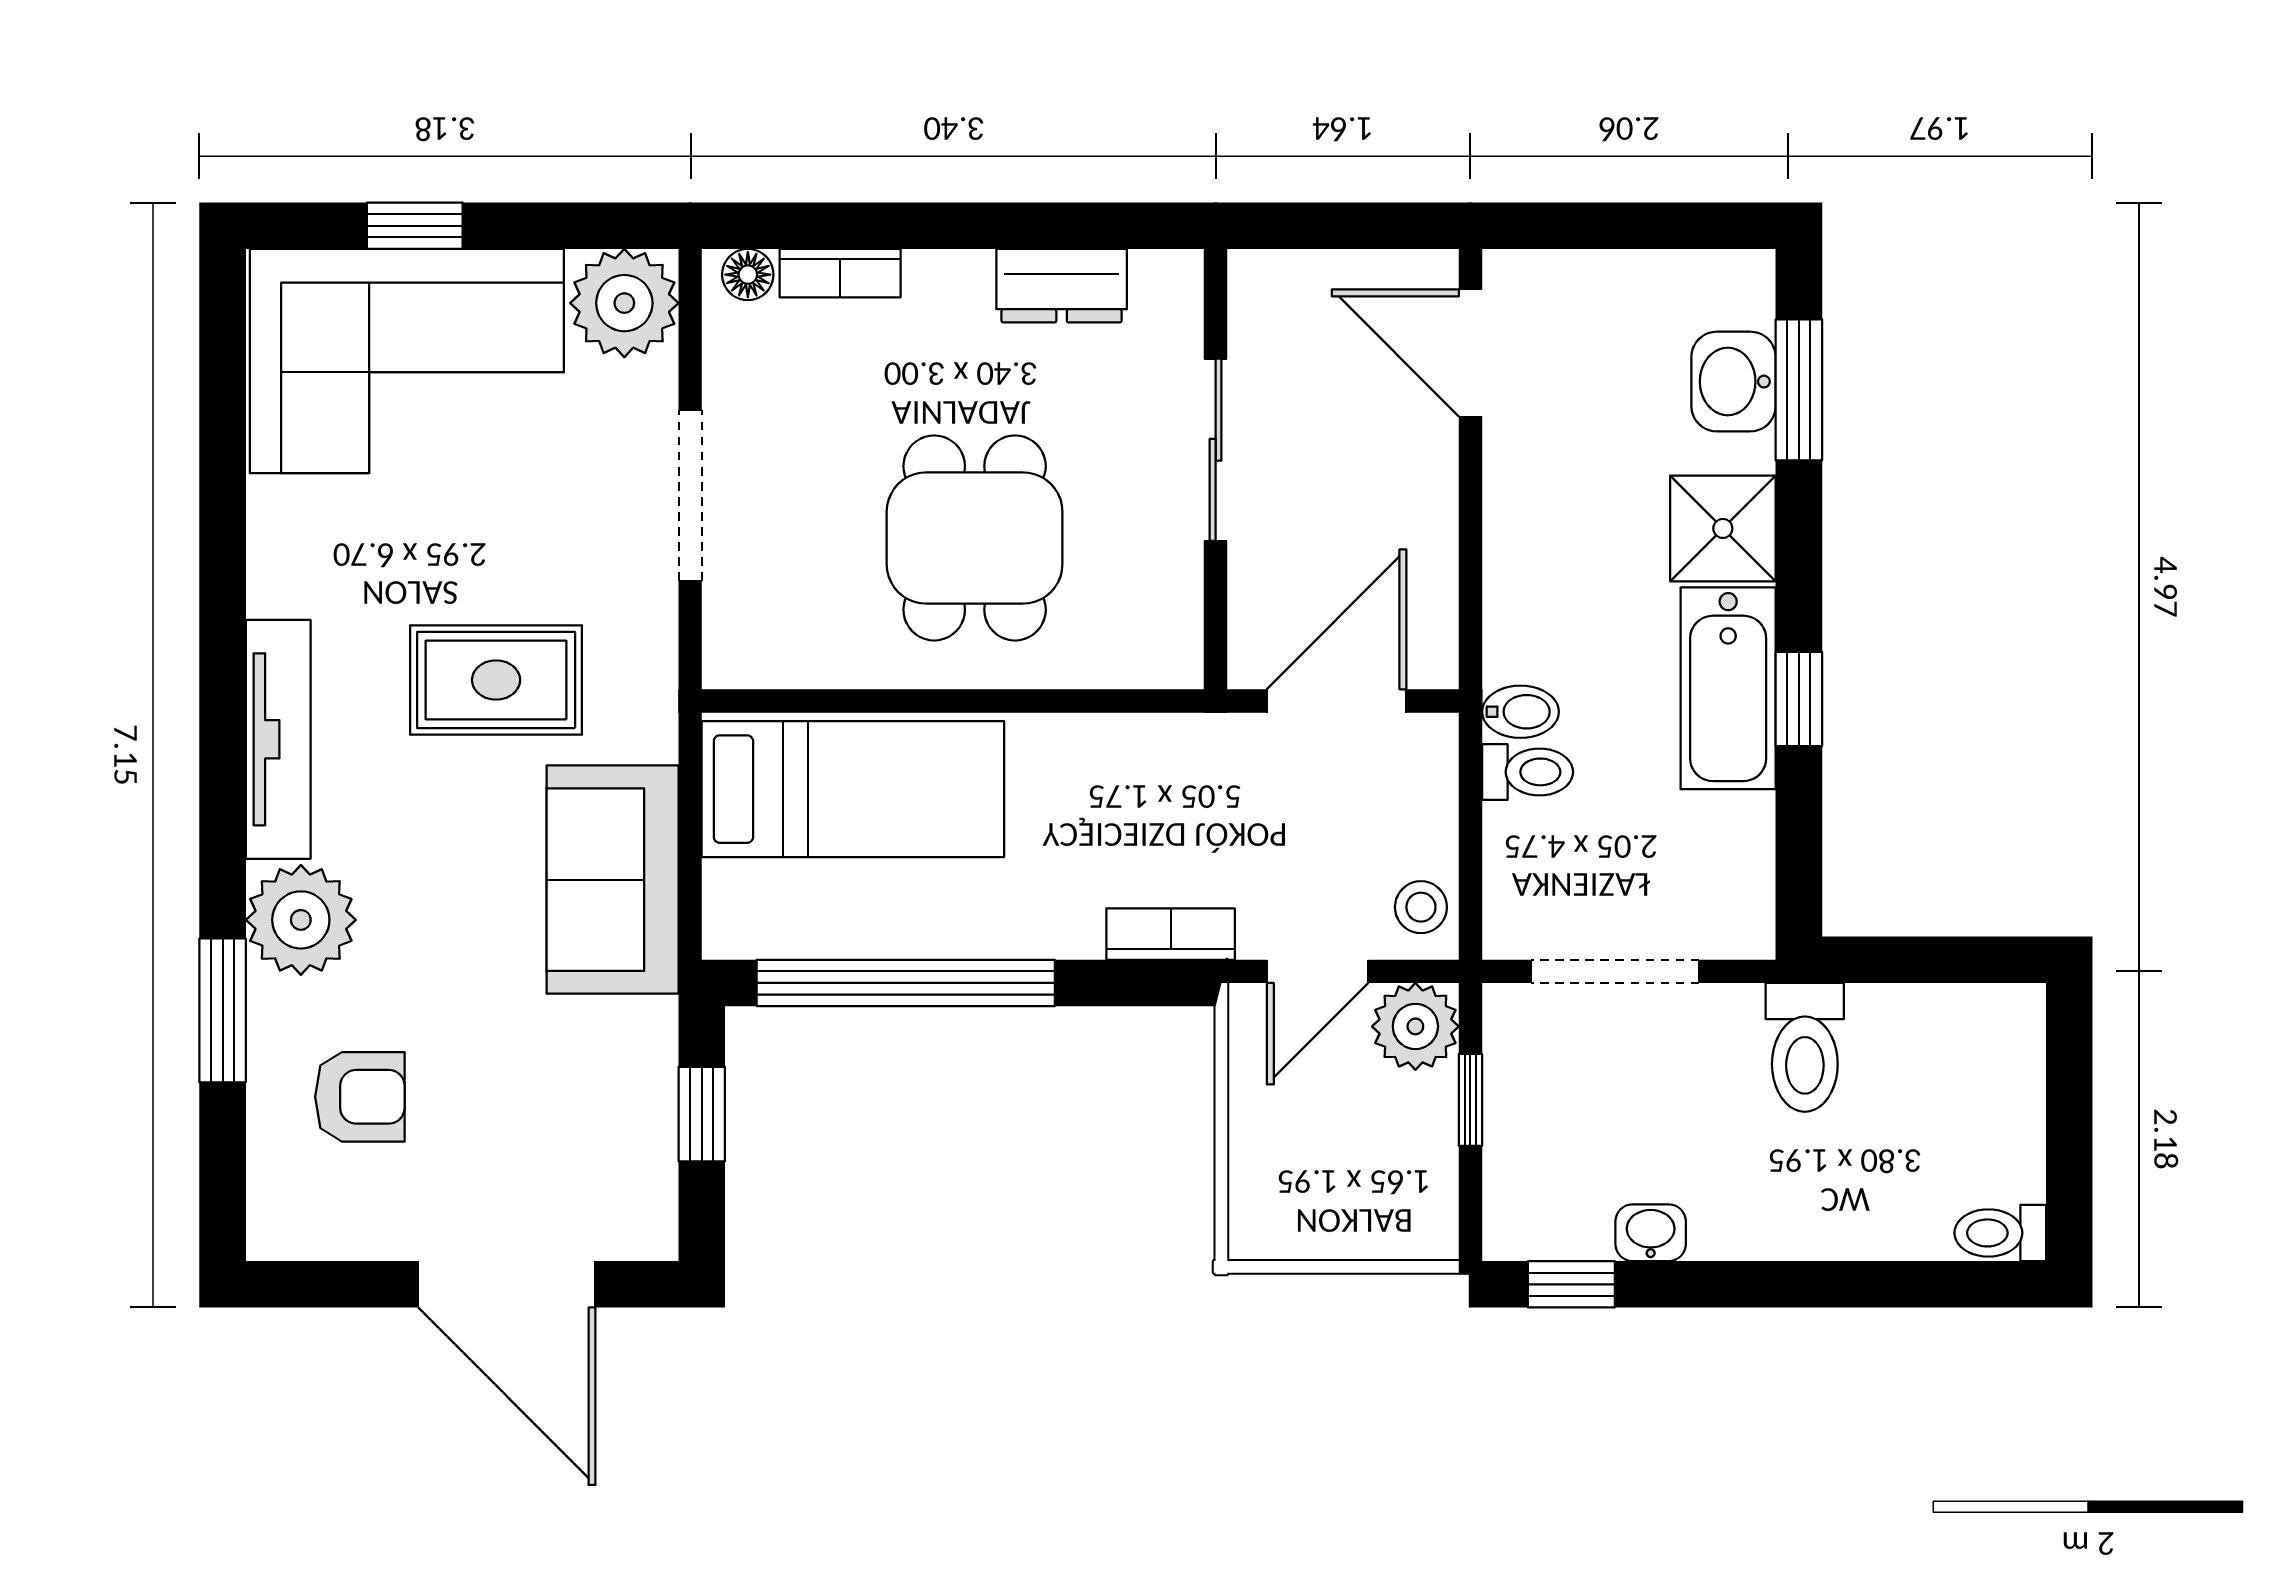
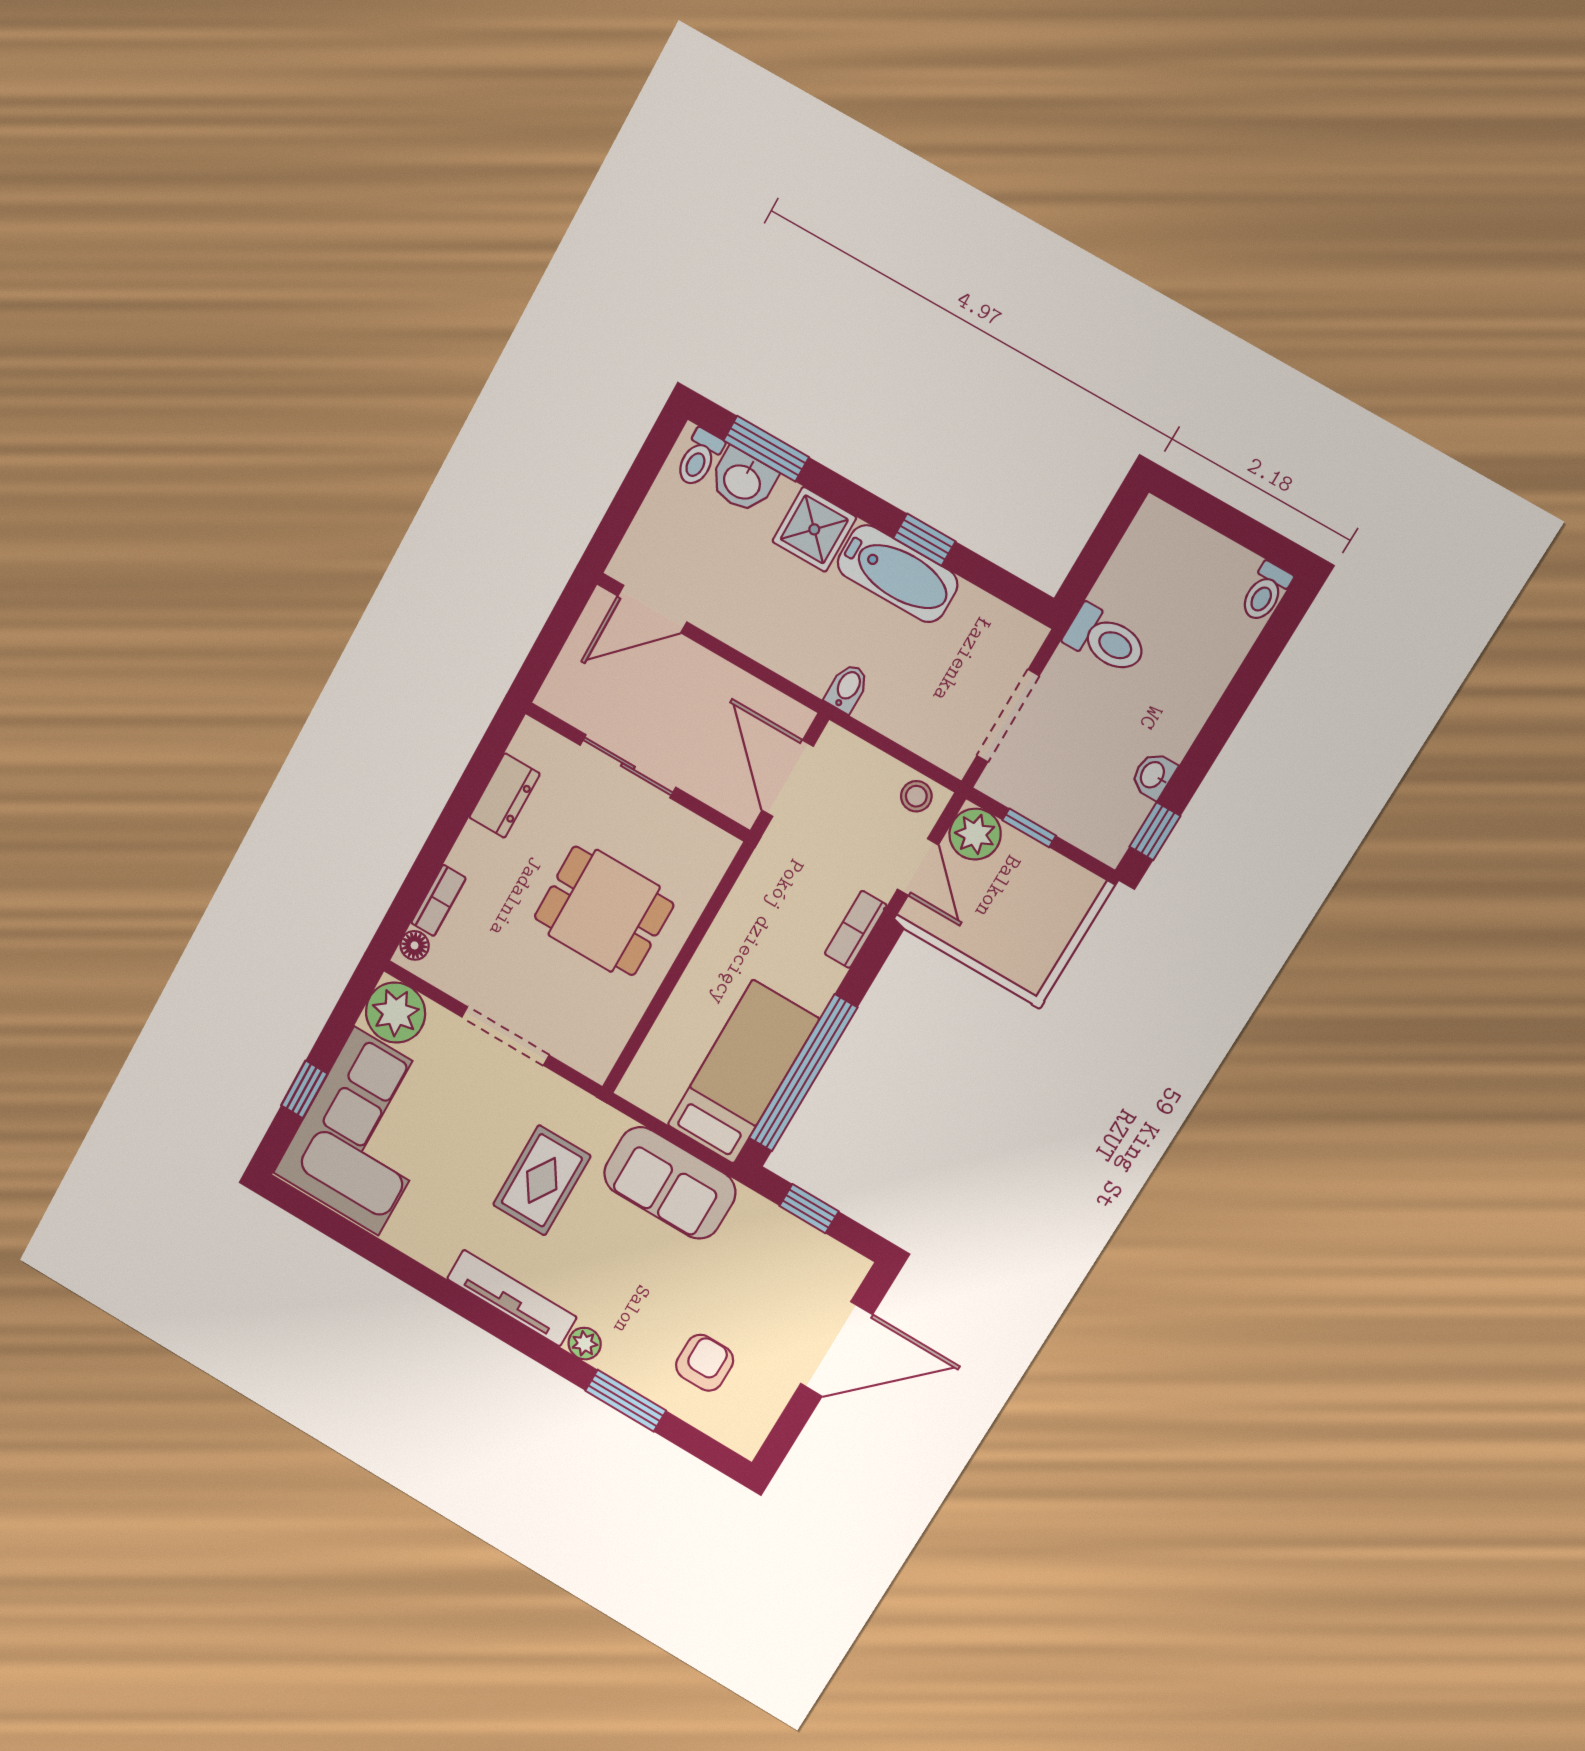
toilet: (1528, 772) -> (699, 458), moved, turned 180
bed: (853, 789) -> (743, 1072), moved
plant: (301, 920) -> (585, 1344), width x0.53, depth x0.53

